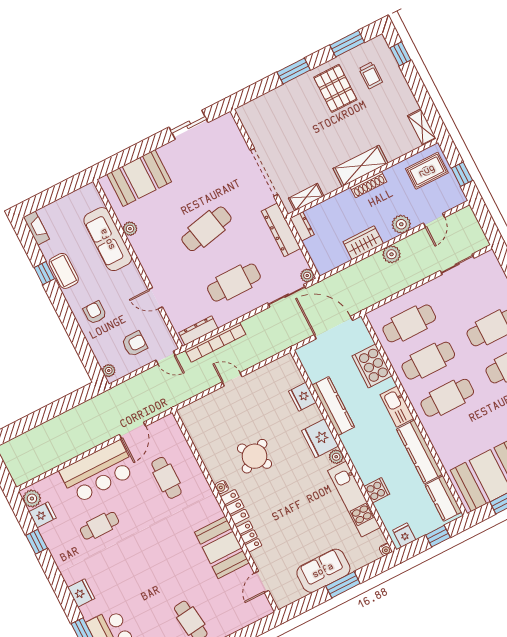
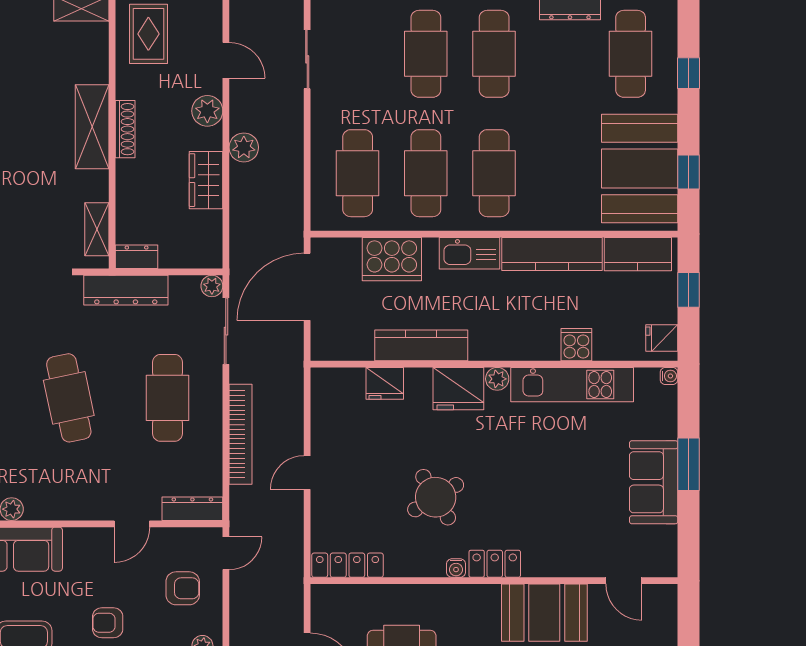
dresser: (198, 331) -> (192, 509), moved, turned 90
bookcase: (215, 342) -> (241, 434), moved
armchair: (134, 344) -> (183, 588), turned 90
locker: (249, 536) -> (348, 565), moved, width x1.53

